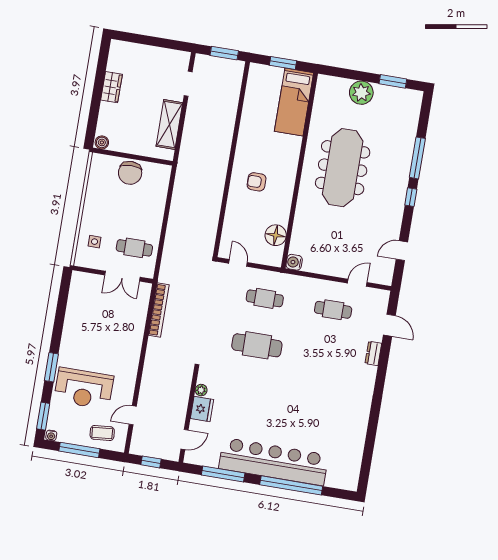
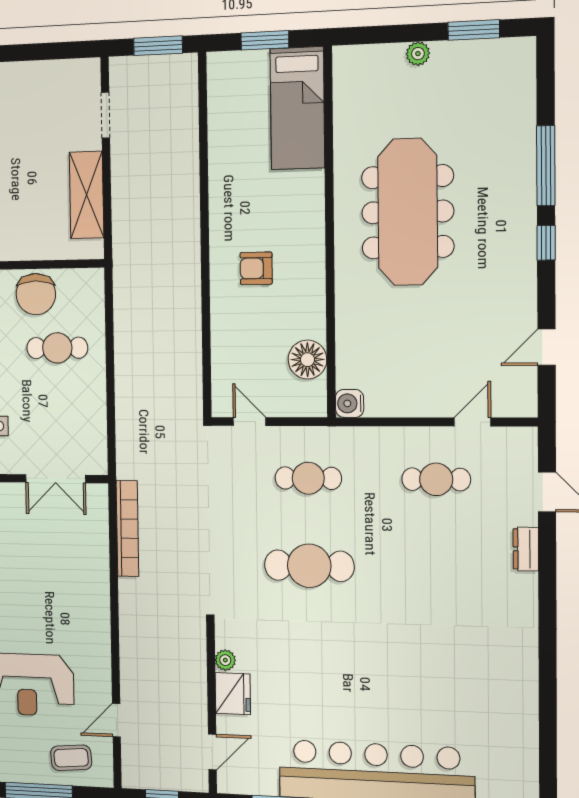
plant: (361, 93) -> (418, 54), width x0.53, depth x0.53
cafe table: (134, 248) -> (57, 348), moved

